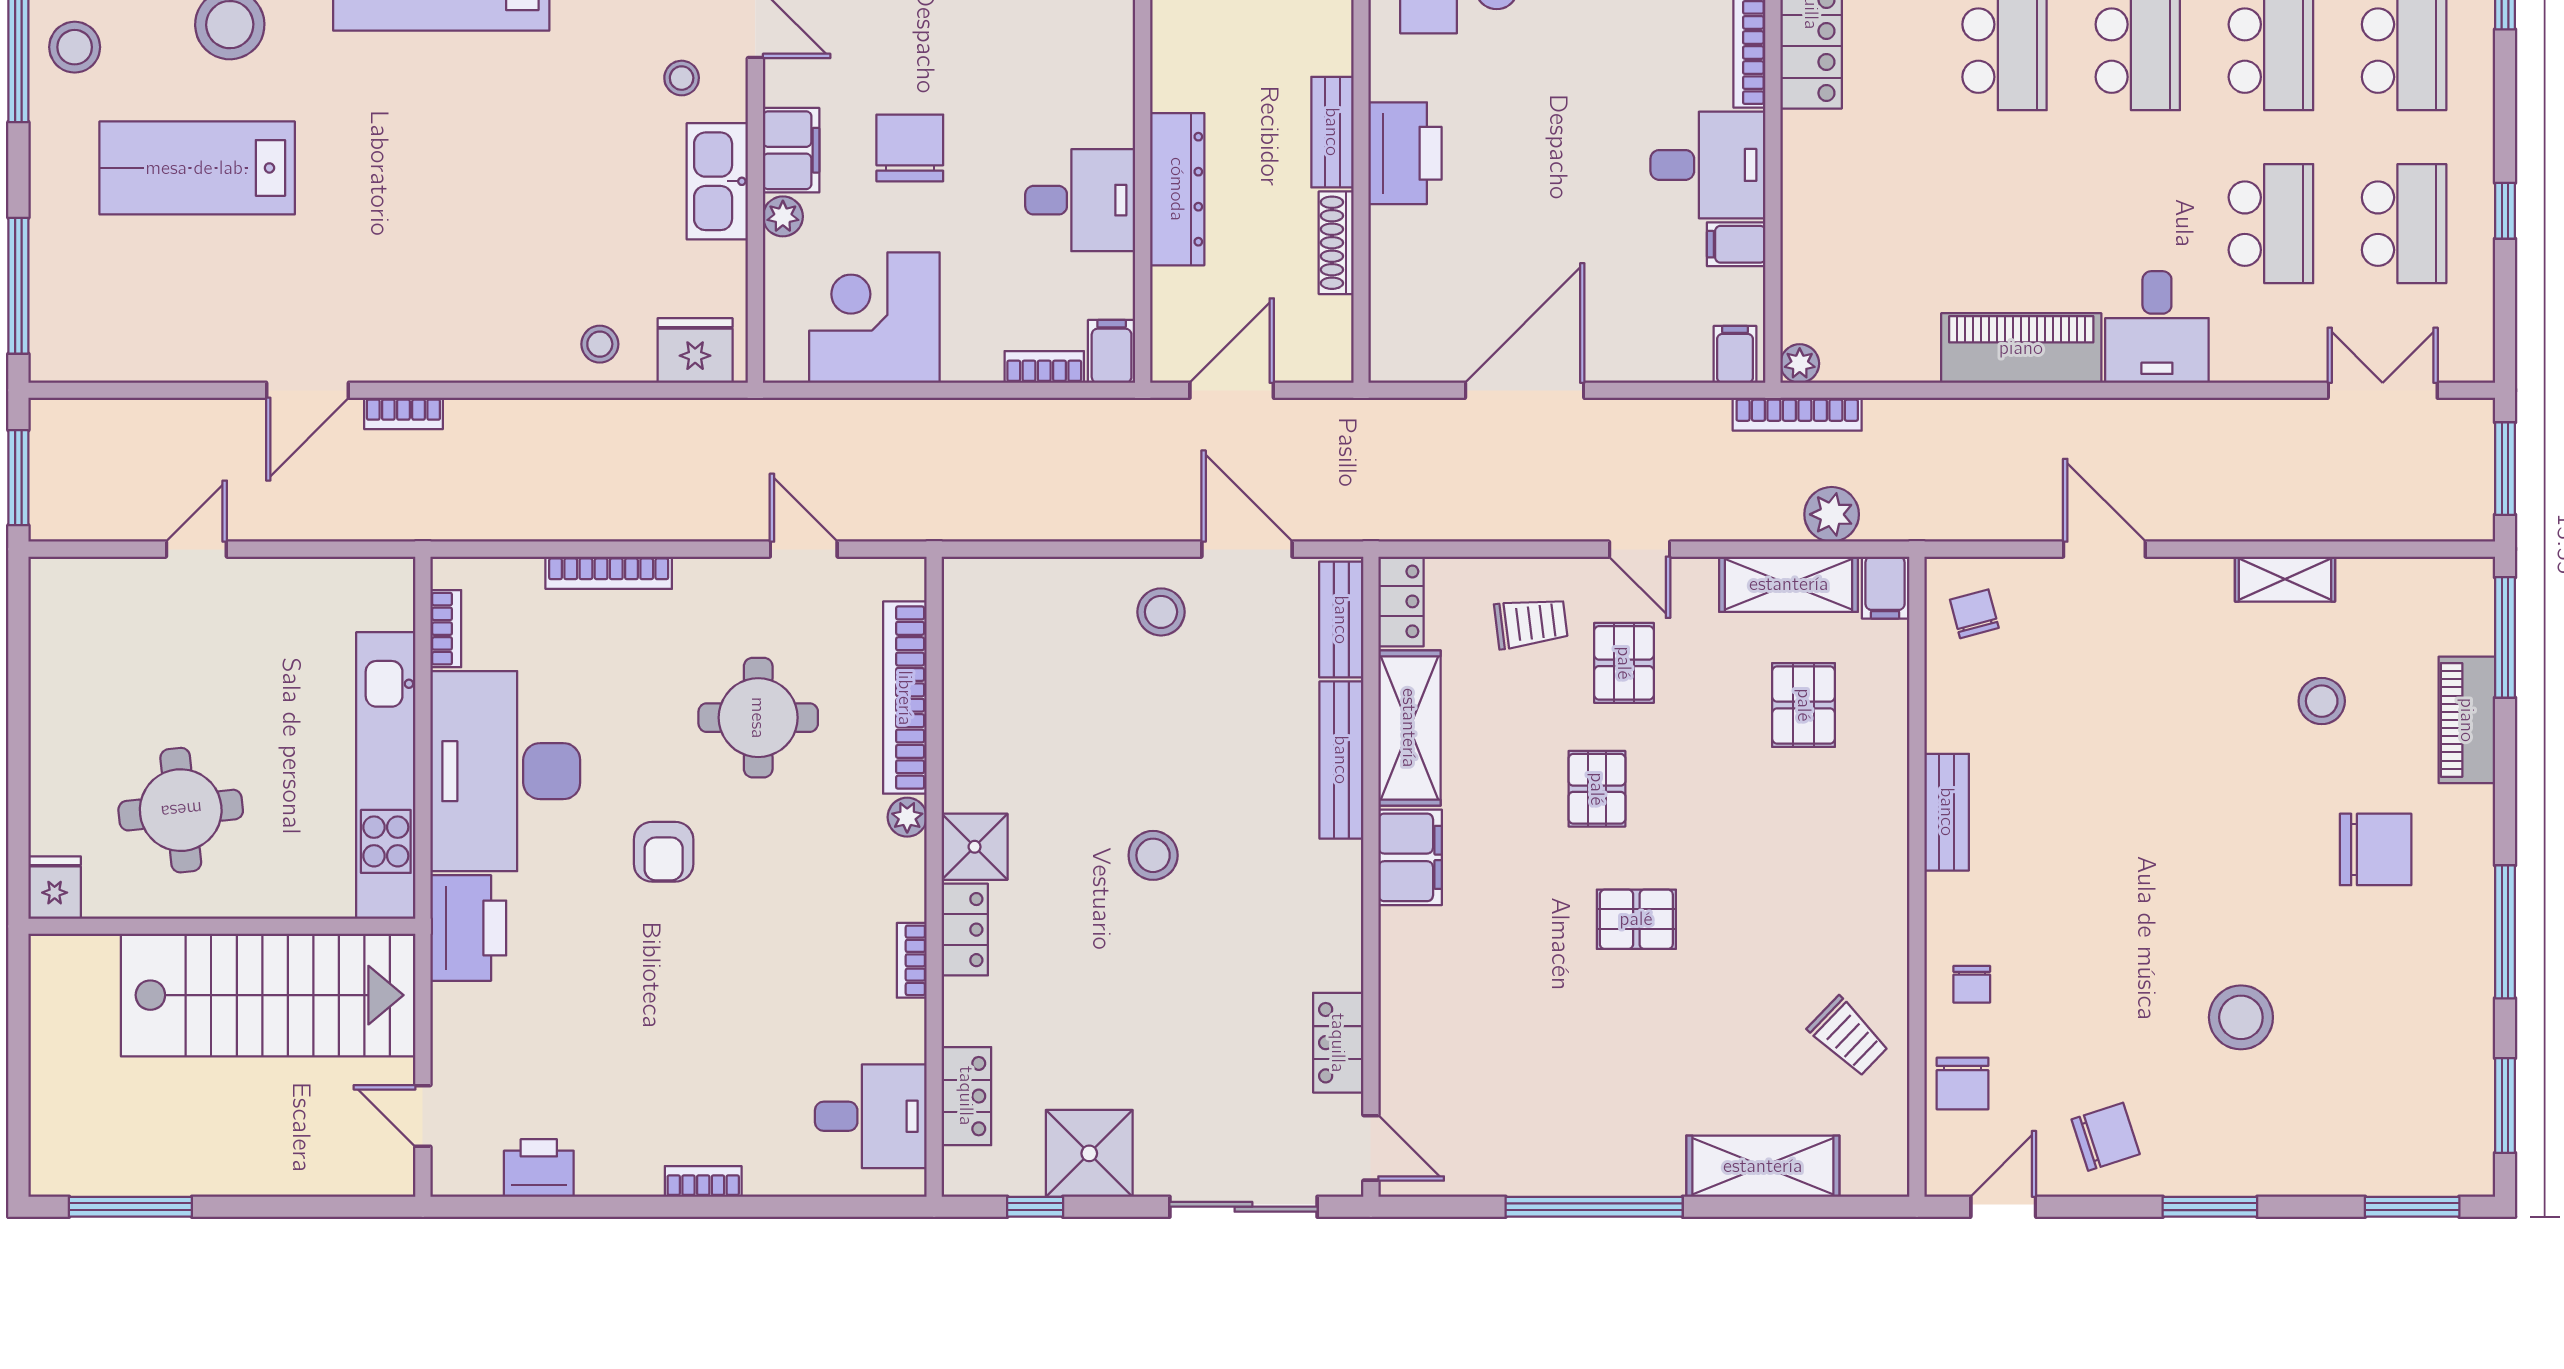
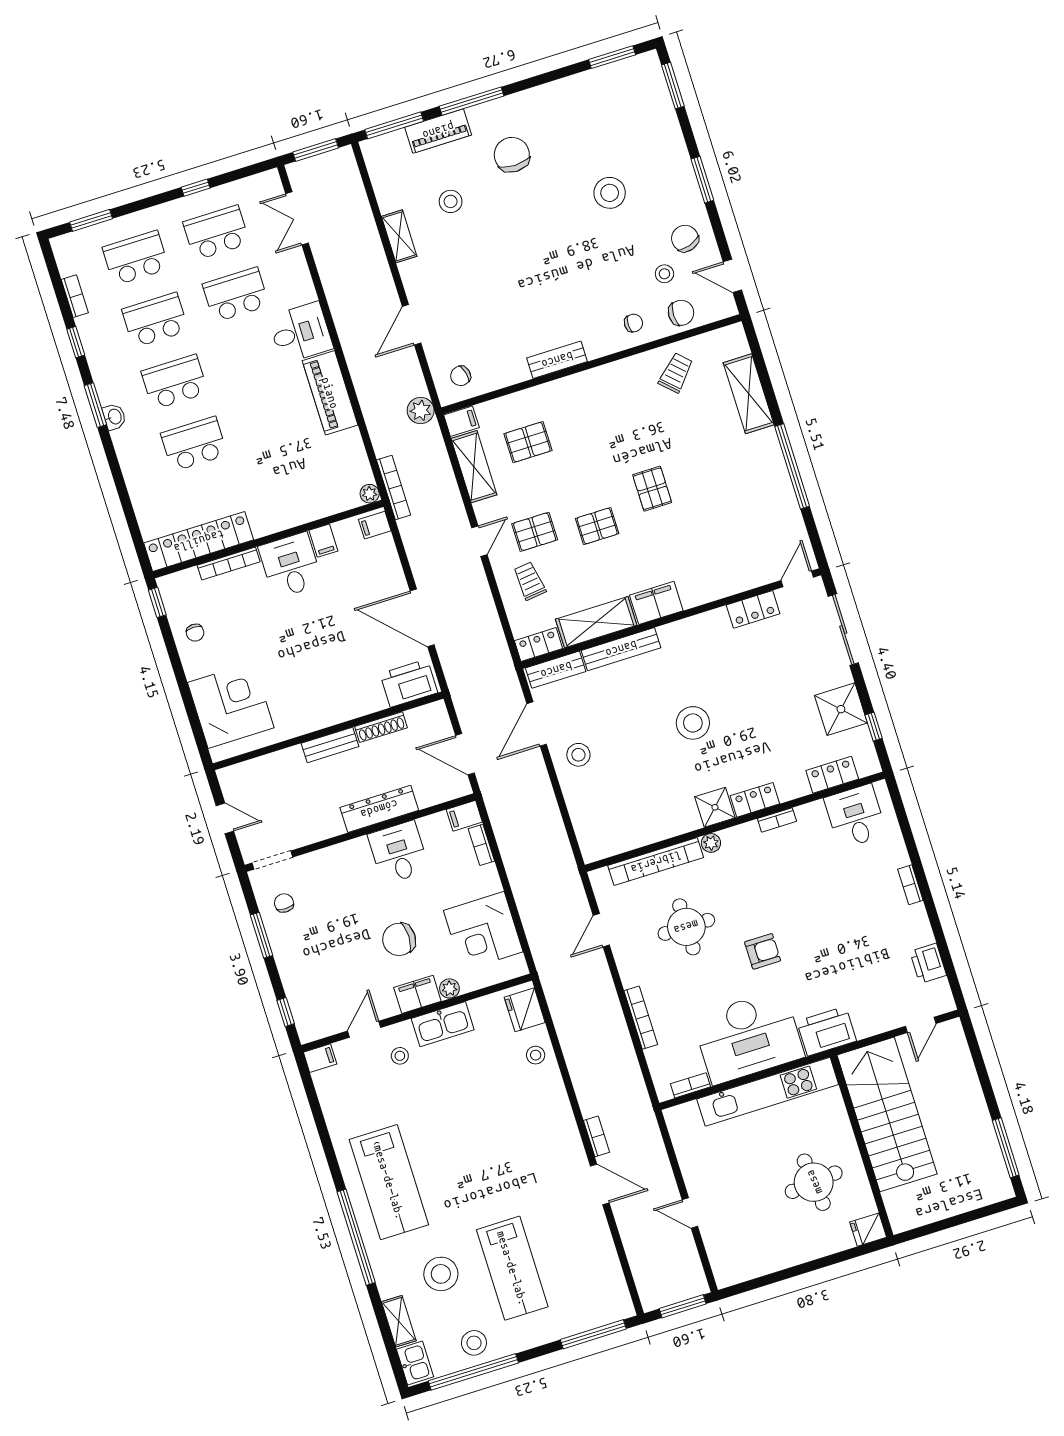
printer: (1405, 153) -> (409, 683), moved
plant: (1832, 514) -> (421, 410), moved
stool: (1153, 855) -> (693, 723), width x1.38, depth x1.38
window: (2505, 932) -> (472, 101), moved
stool: (2049, 1075) -> (664, 274), added

